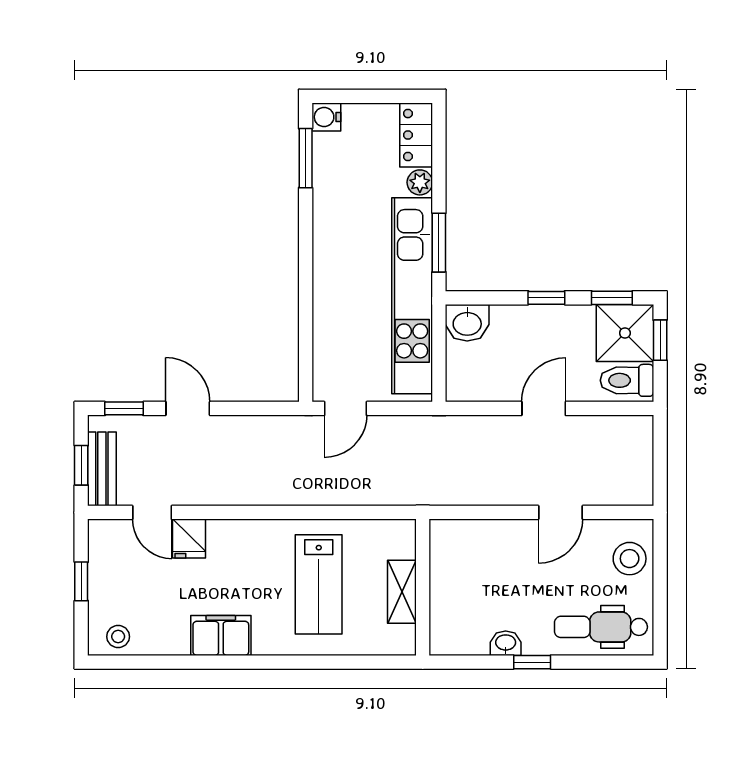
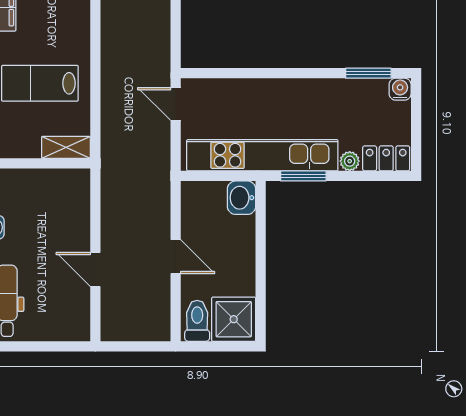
window: (546, 298) -> (261, 259), removed
window: (612, 298) -> (261, 309), removed
window: (660, 340) -> (228, 346), removed
stool: (630, 559) -> (60, 323), removed
shelving: (402, 592) -> (66, 147), moved

